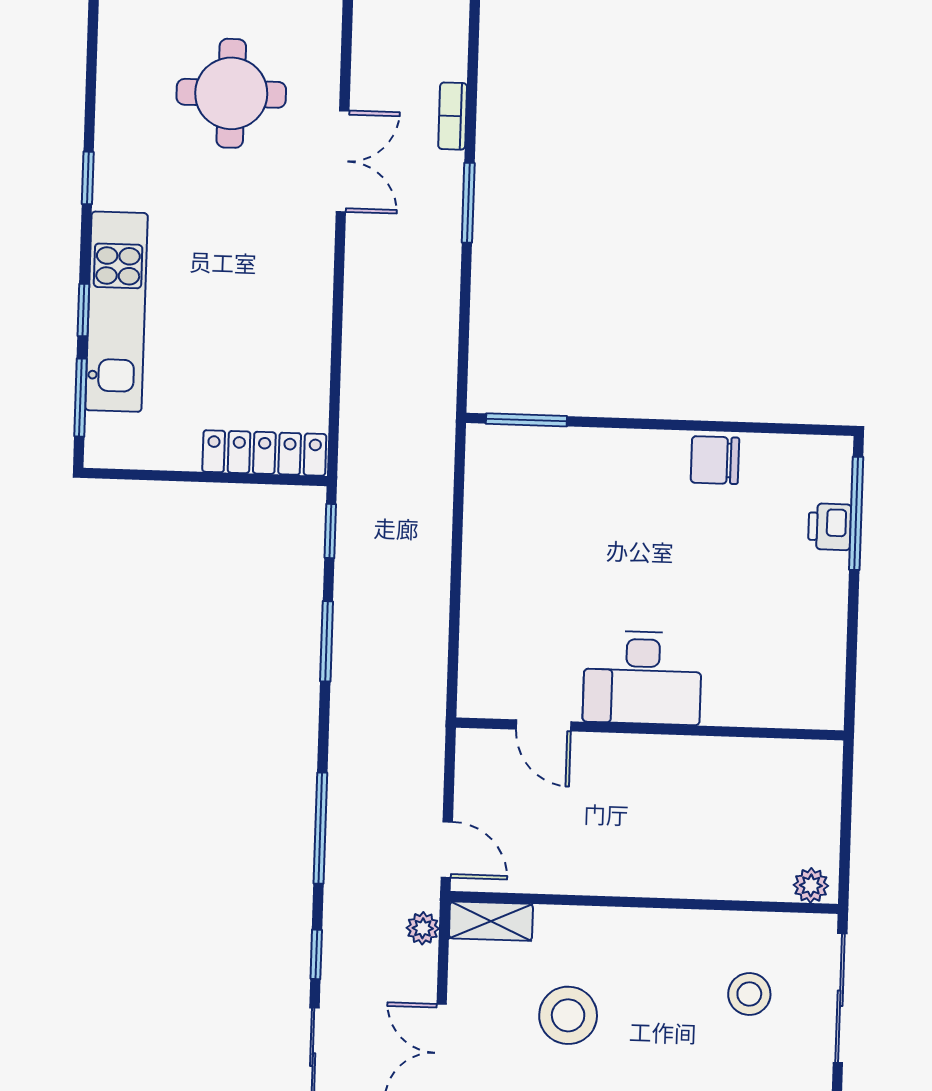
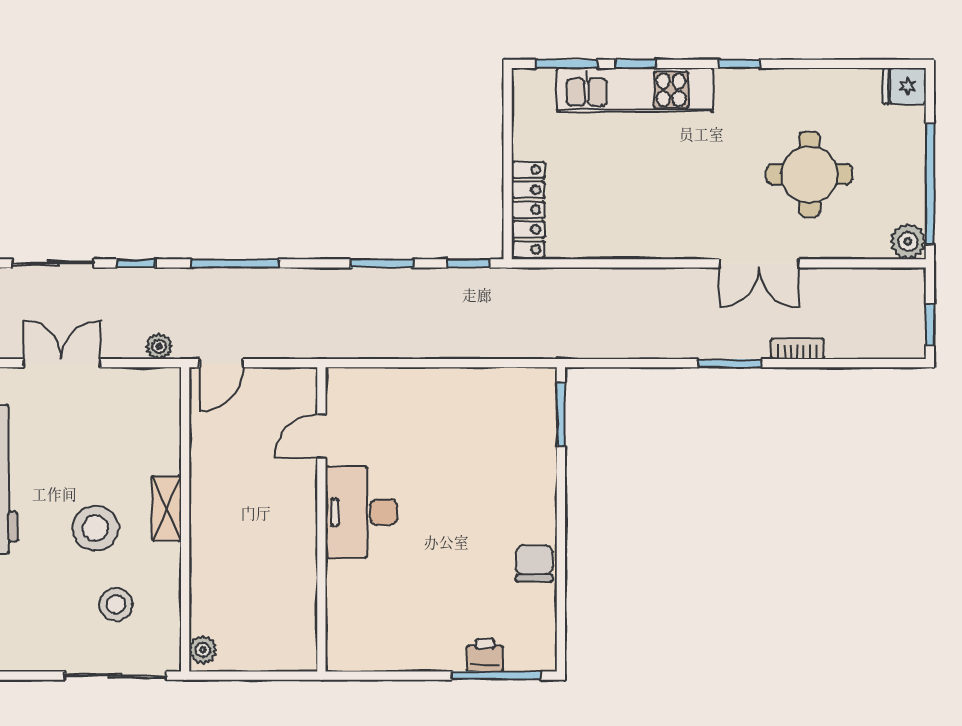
shelving: (491, 921) -> (166, 509), moved
stool: (568, 1015) -> (96, 528), moved

